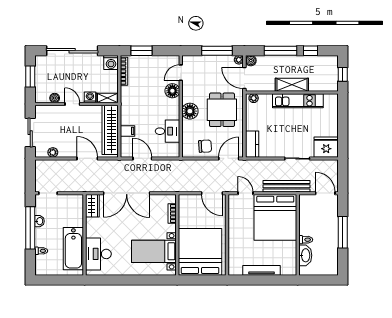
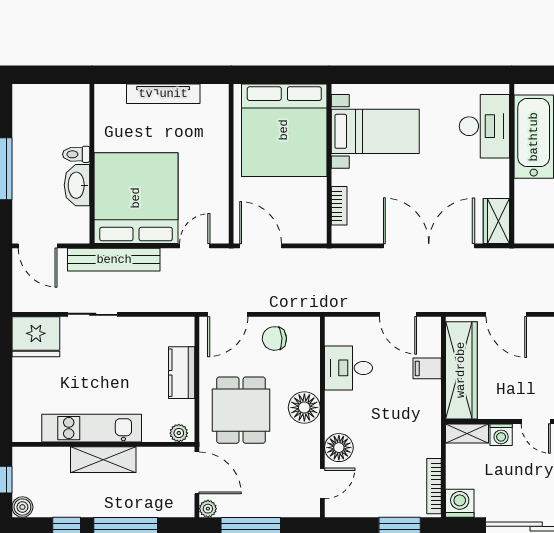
boiler: (251, 61) -> (22, 507), moved
kitchen counter: (252, 144) -> (182, 373), moved
door: (246, 193) -> (195, 246), swing flipped
washbasin: (305, 255) -> (77, 185), moved

